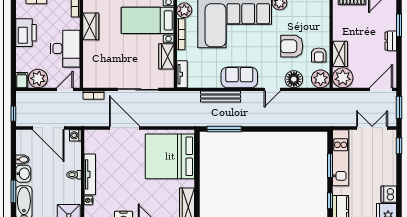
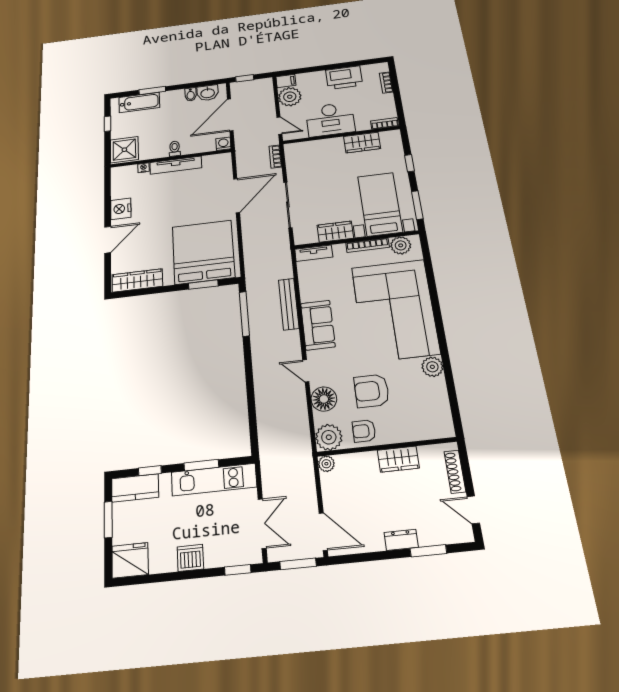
armchair: (292, 46) -> (372, 391), turned -90
wardrobe: (340, 54) -> (398, 459), moved
plant: (343, 78) -> (326, 464), width x0.53, depth x0.53
window: (197, 158) -> (203, 285), added
washbasin: (23, 174) -> (208, 93), moved
dishwasher: (389, 194) -> (190, 558), moved

